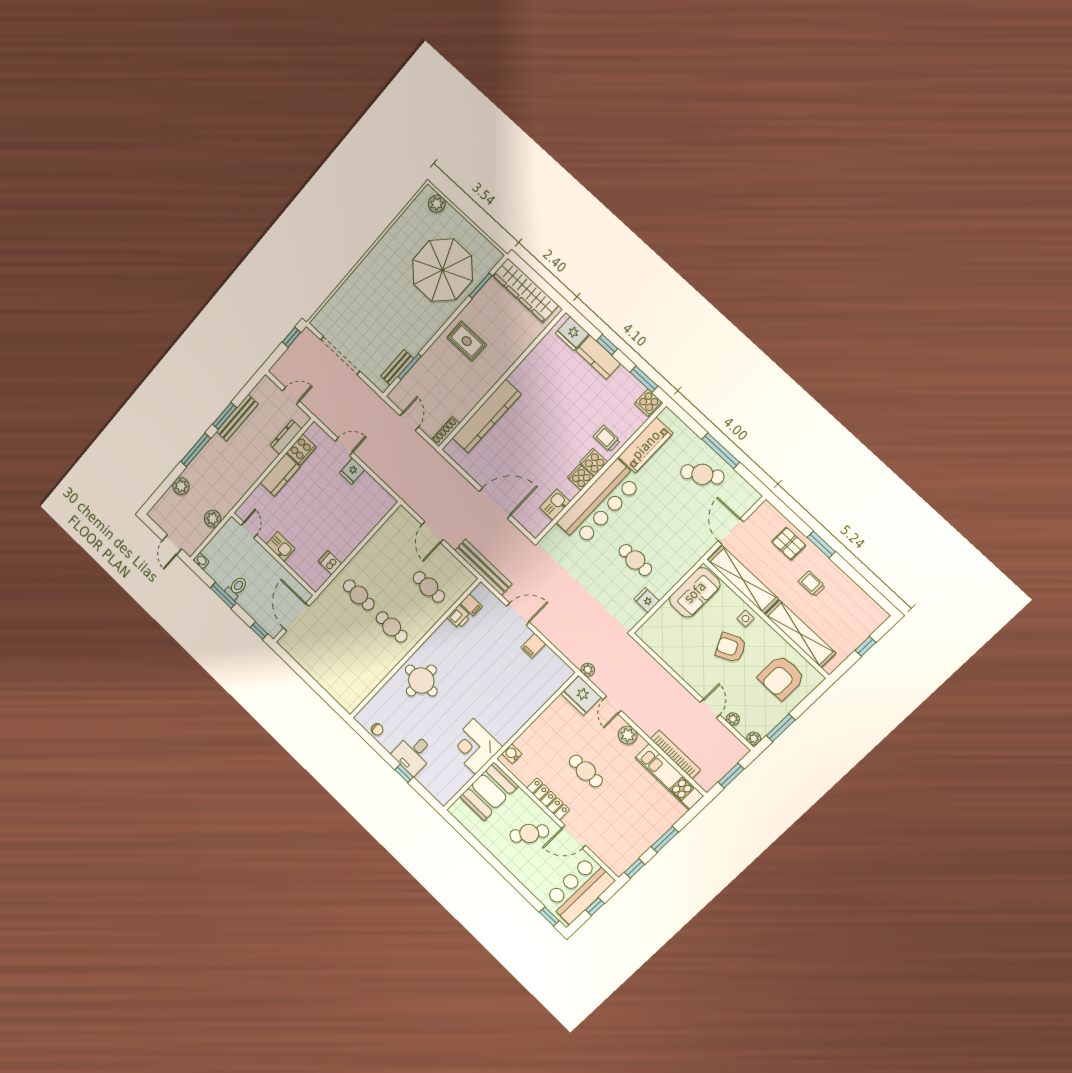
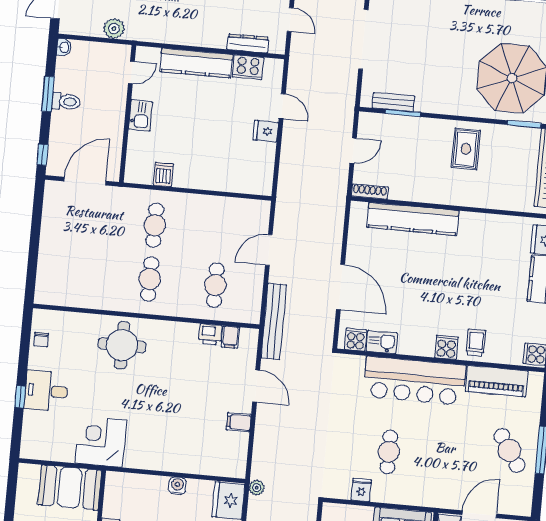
kitchen counter: (280, 475) -> (196, 63), width x1.50
cooker: (580, 477) -> (356, 340), moved
water cooler: (512, 754) -> (177, 486), moved

